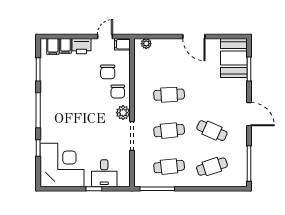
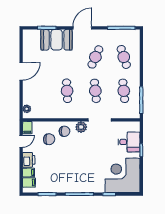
door: (105, 36) -> (21, 141), swing flipped
booth: (234, 58) -> (57, 40), moved

